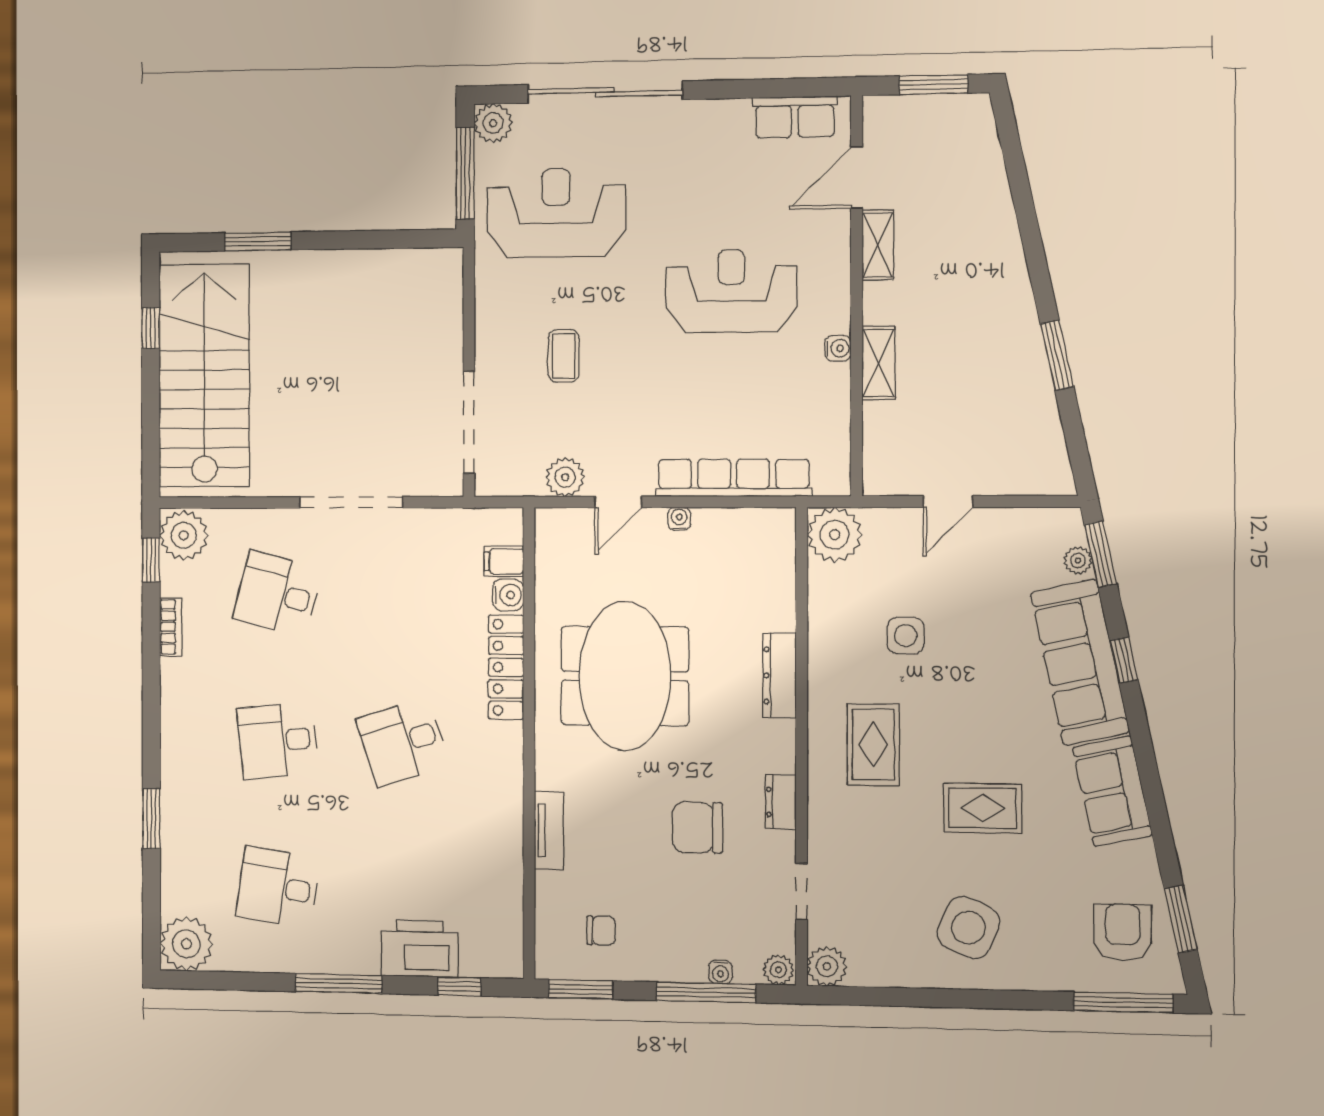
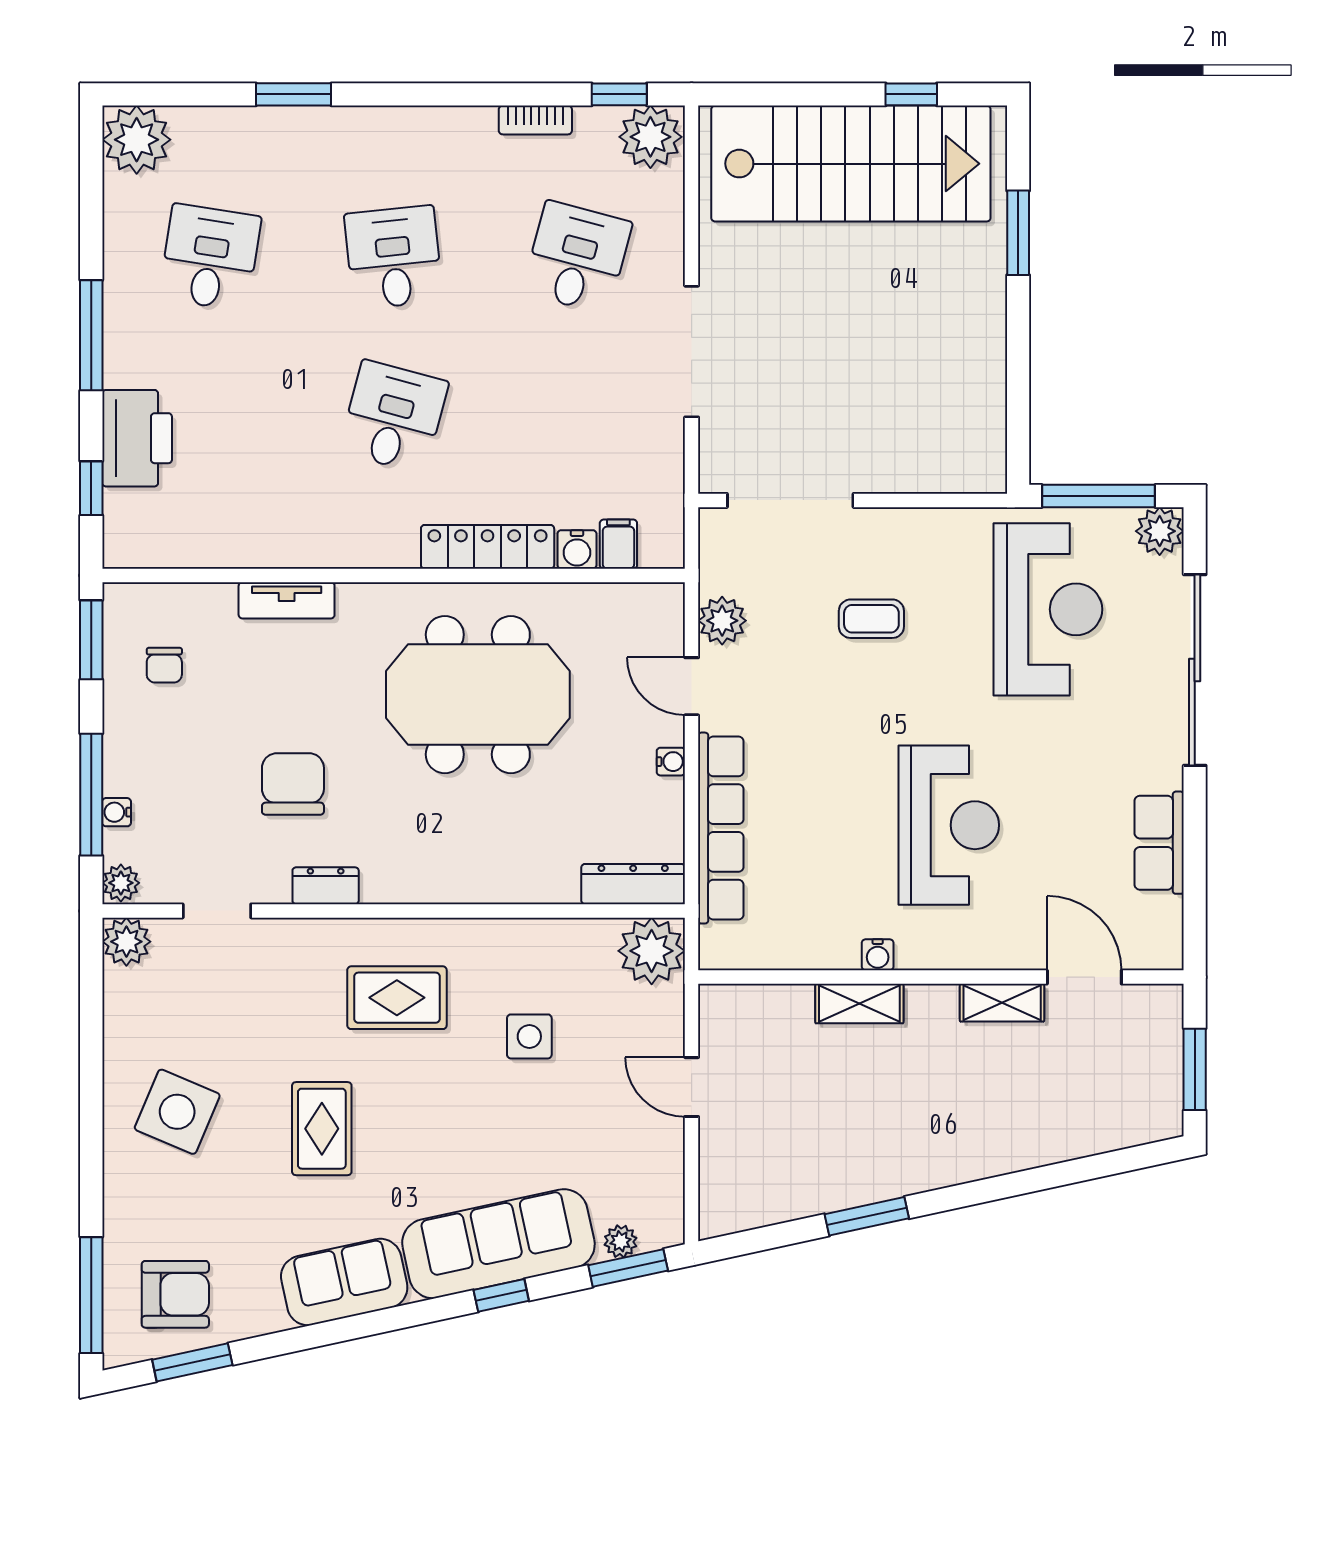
row of seats: (795, 117) -> (1159, 843), moved
dresser: (779, 676) -> (633, 884), moved
desk: (403, 742) -> (394, 417), turned 33

